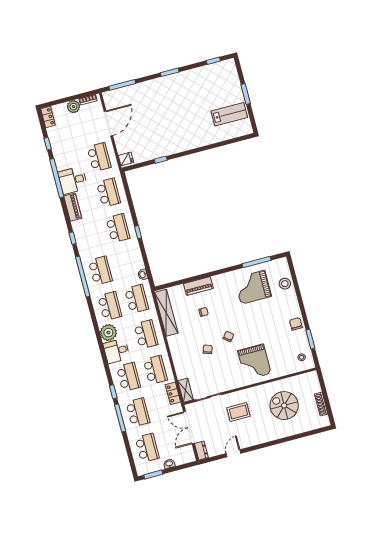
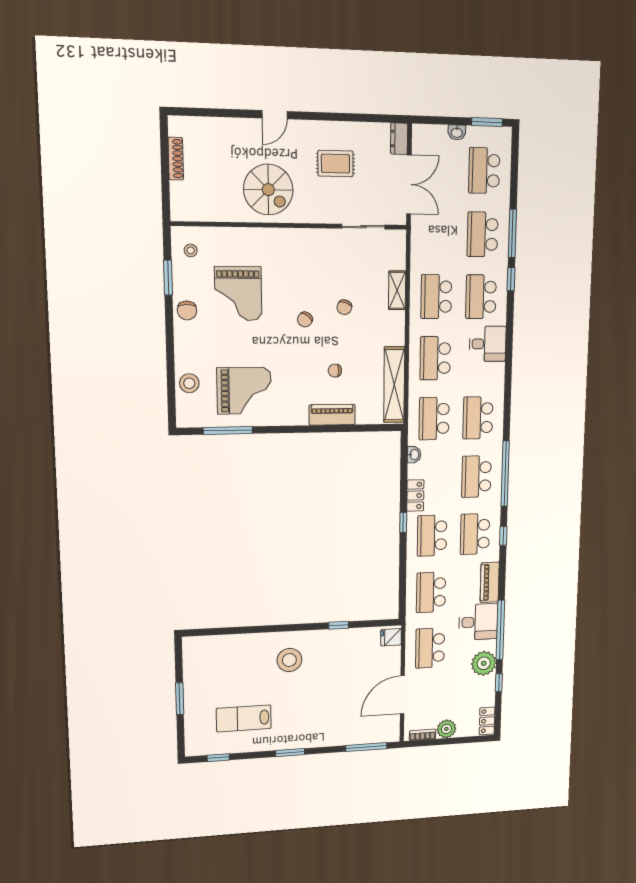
lab bench: (229, 114) -> (244, 718), moved
stool: (185, 132) -> (289, 660), added
school desk: (91, 235) -> (475, 534), added
plant: (108, 333) -> (484, 663), moved
grand piano: (254, 362) -> (238, 294), moved, turned 180
shelving: (186, 390) -> (397, 290), moved
locker: (173, 393) -> (415, 496), moved
spiral stairs: (284, 406) -> (268, 190), moved
rug: (238, 412) -> (335, 164), moved
door: (234, 453) -> (275, 115), moved

